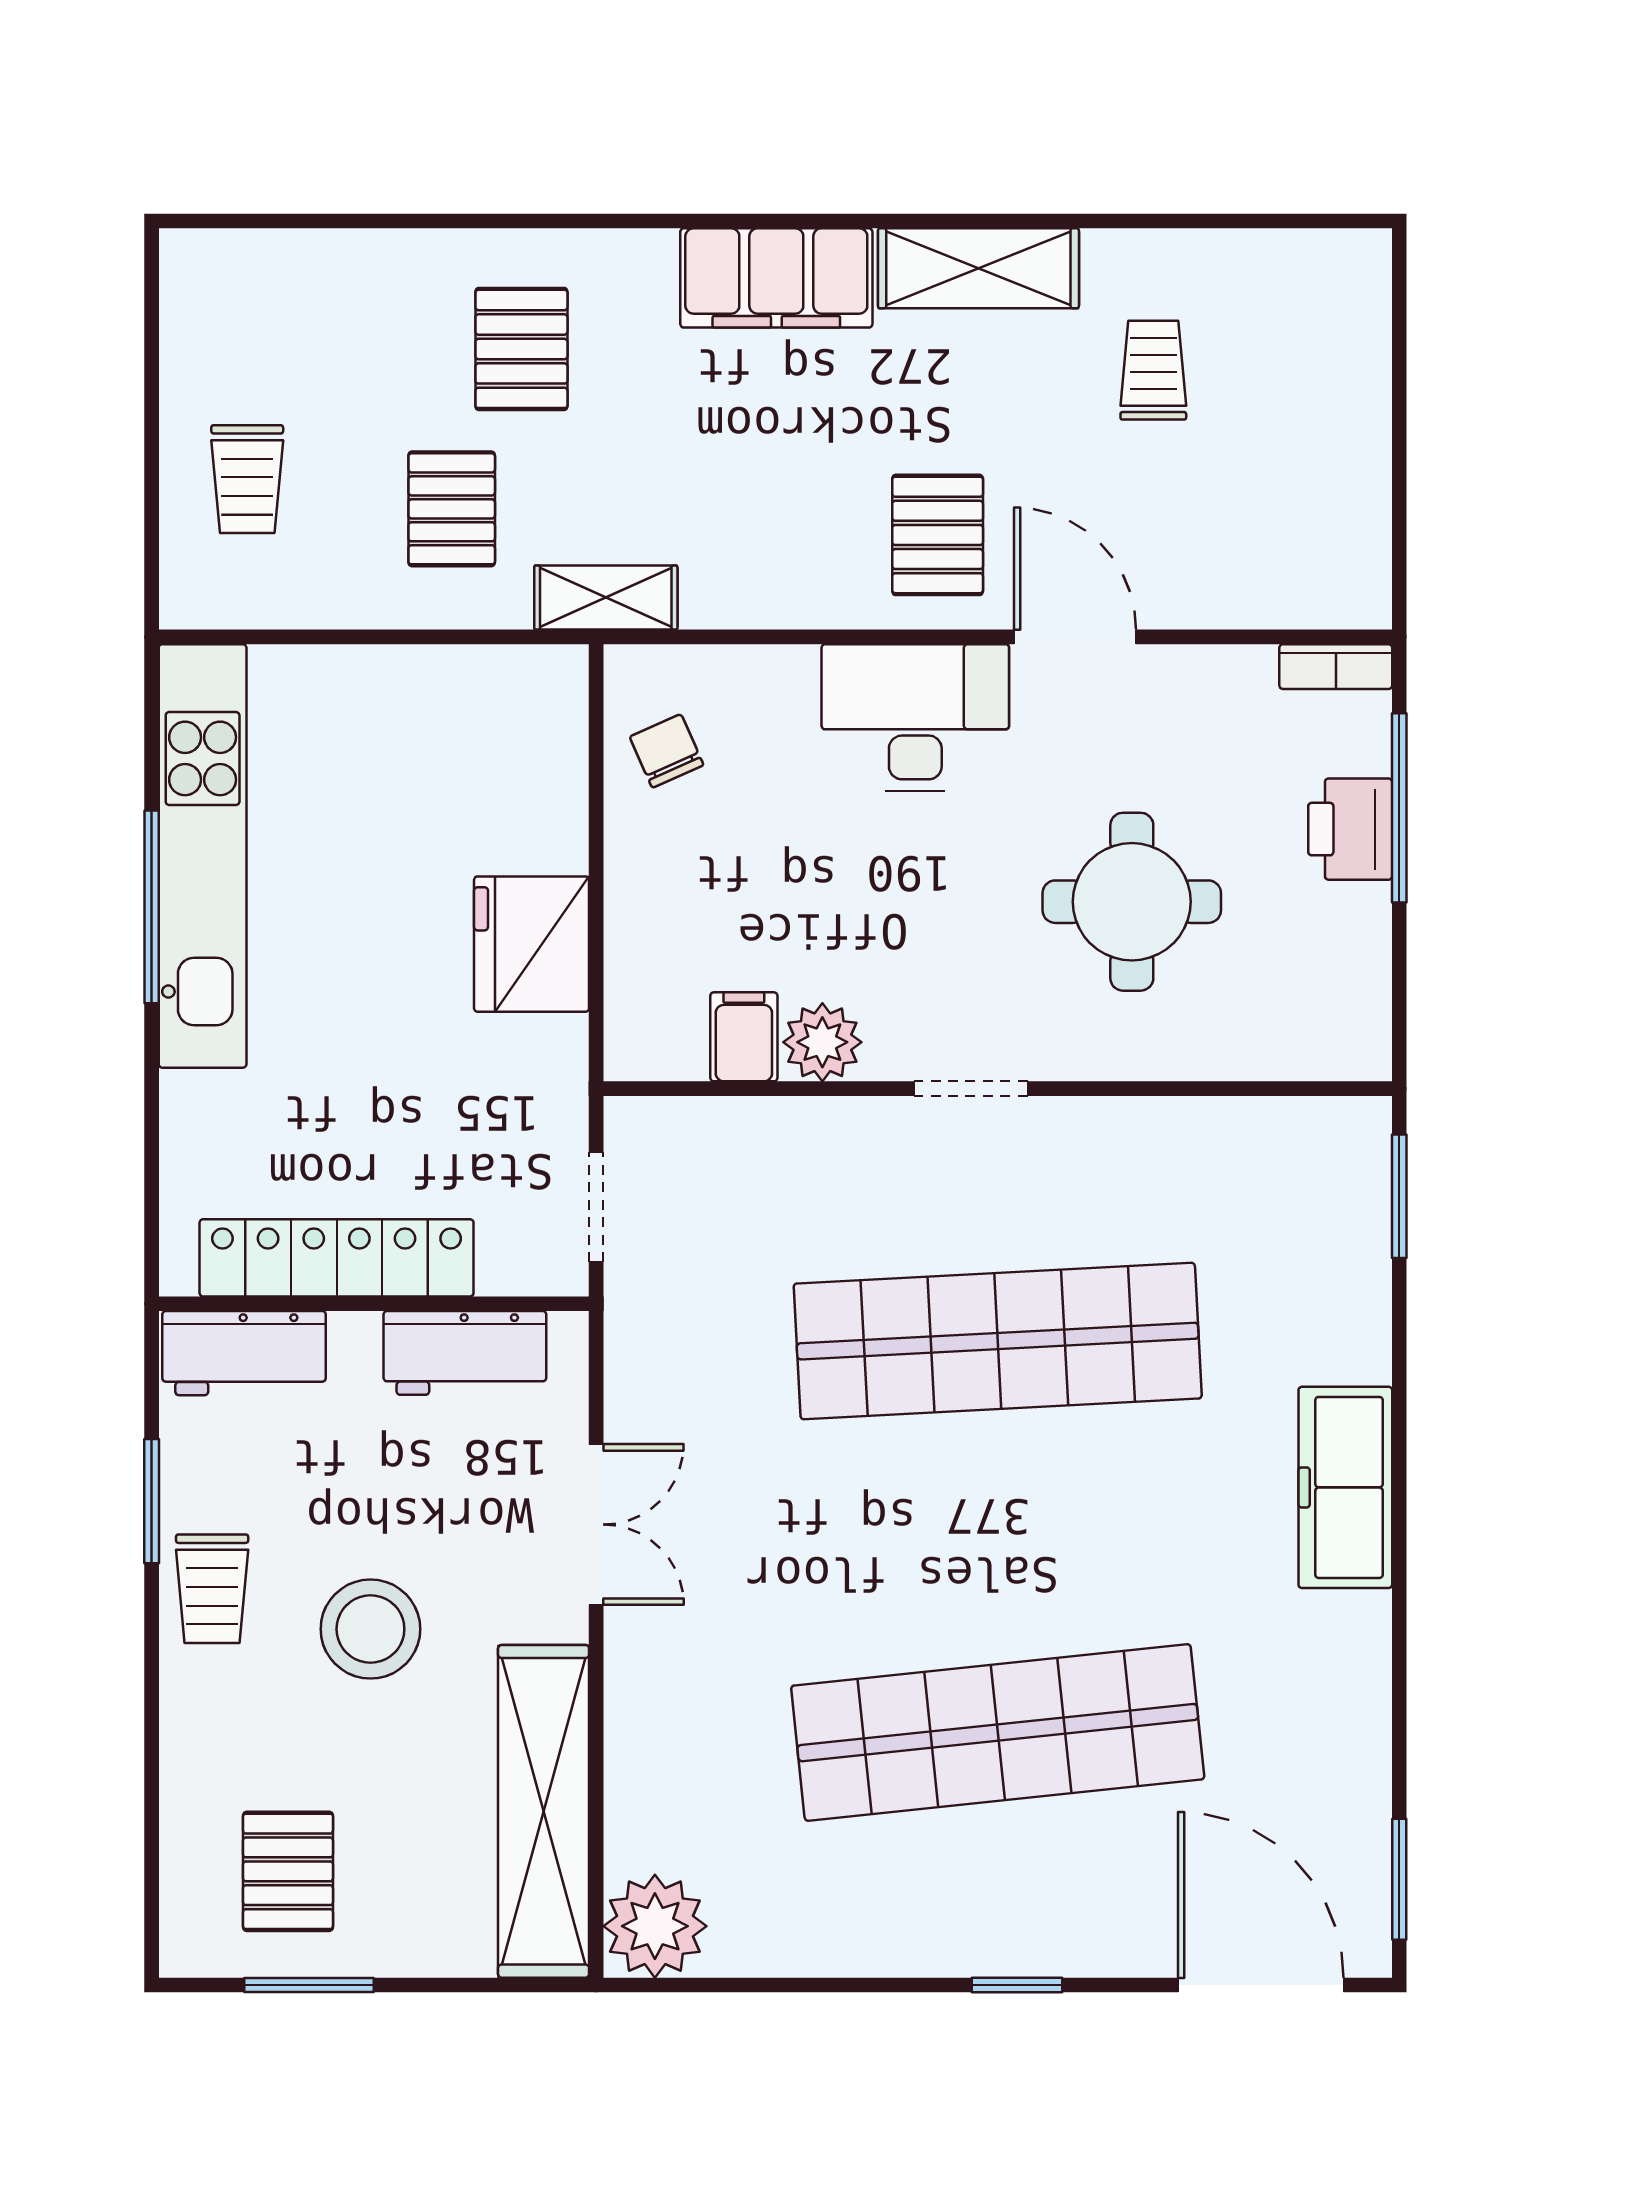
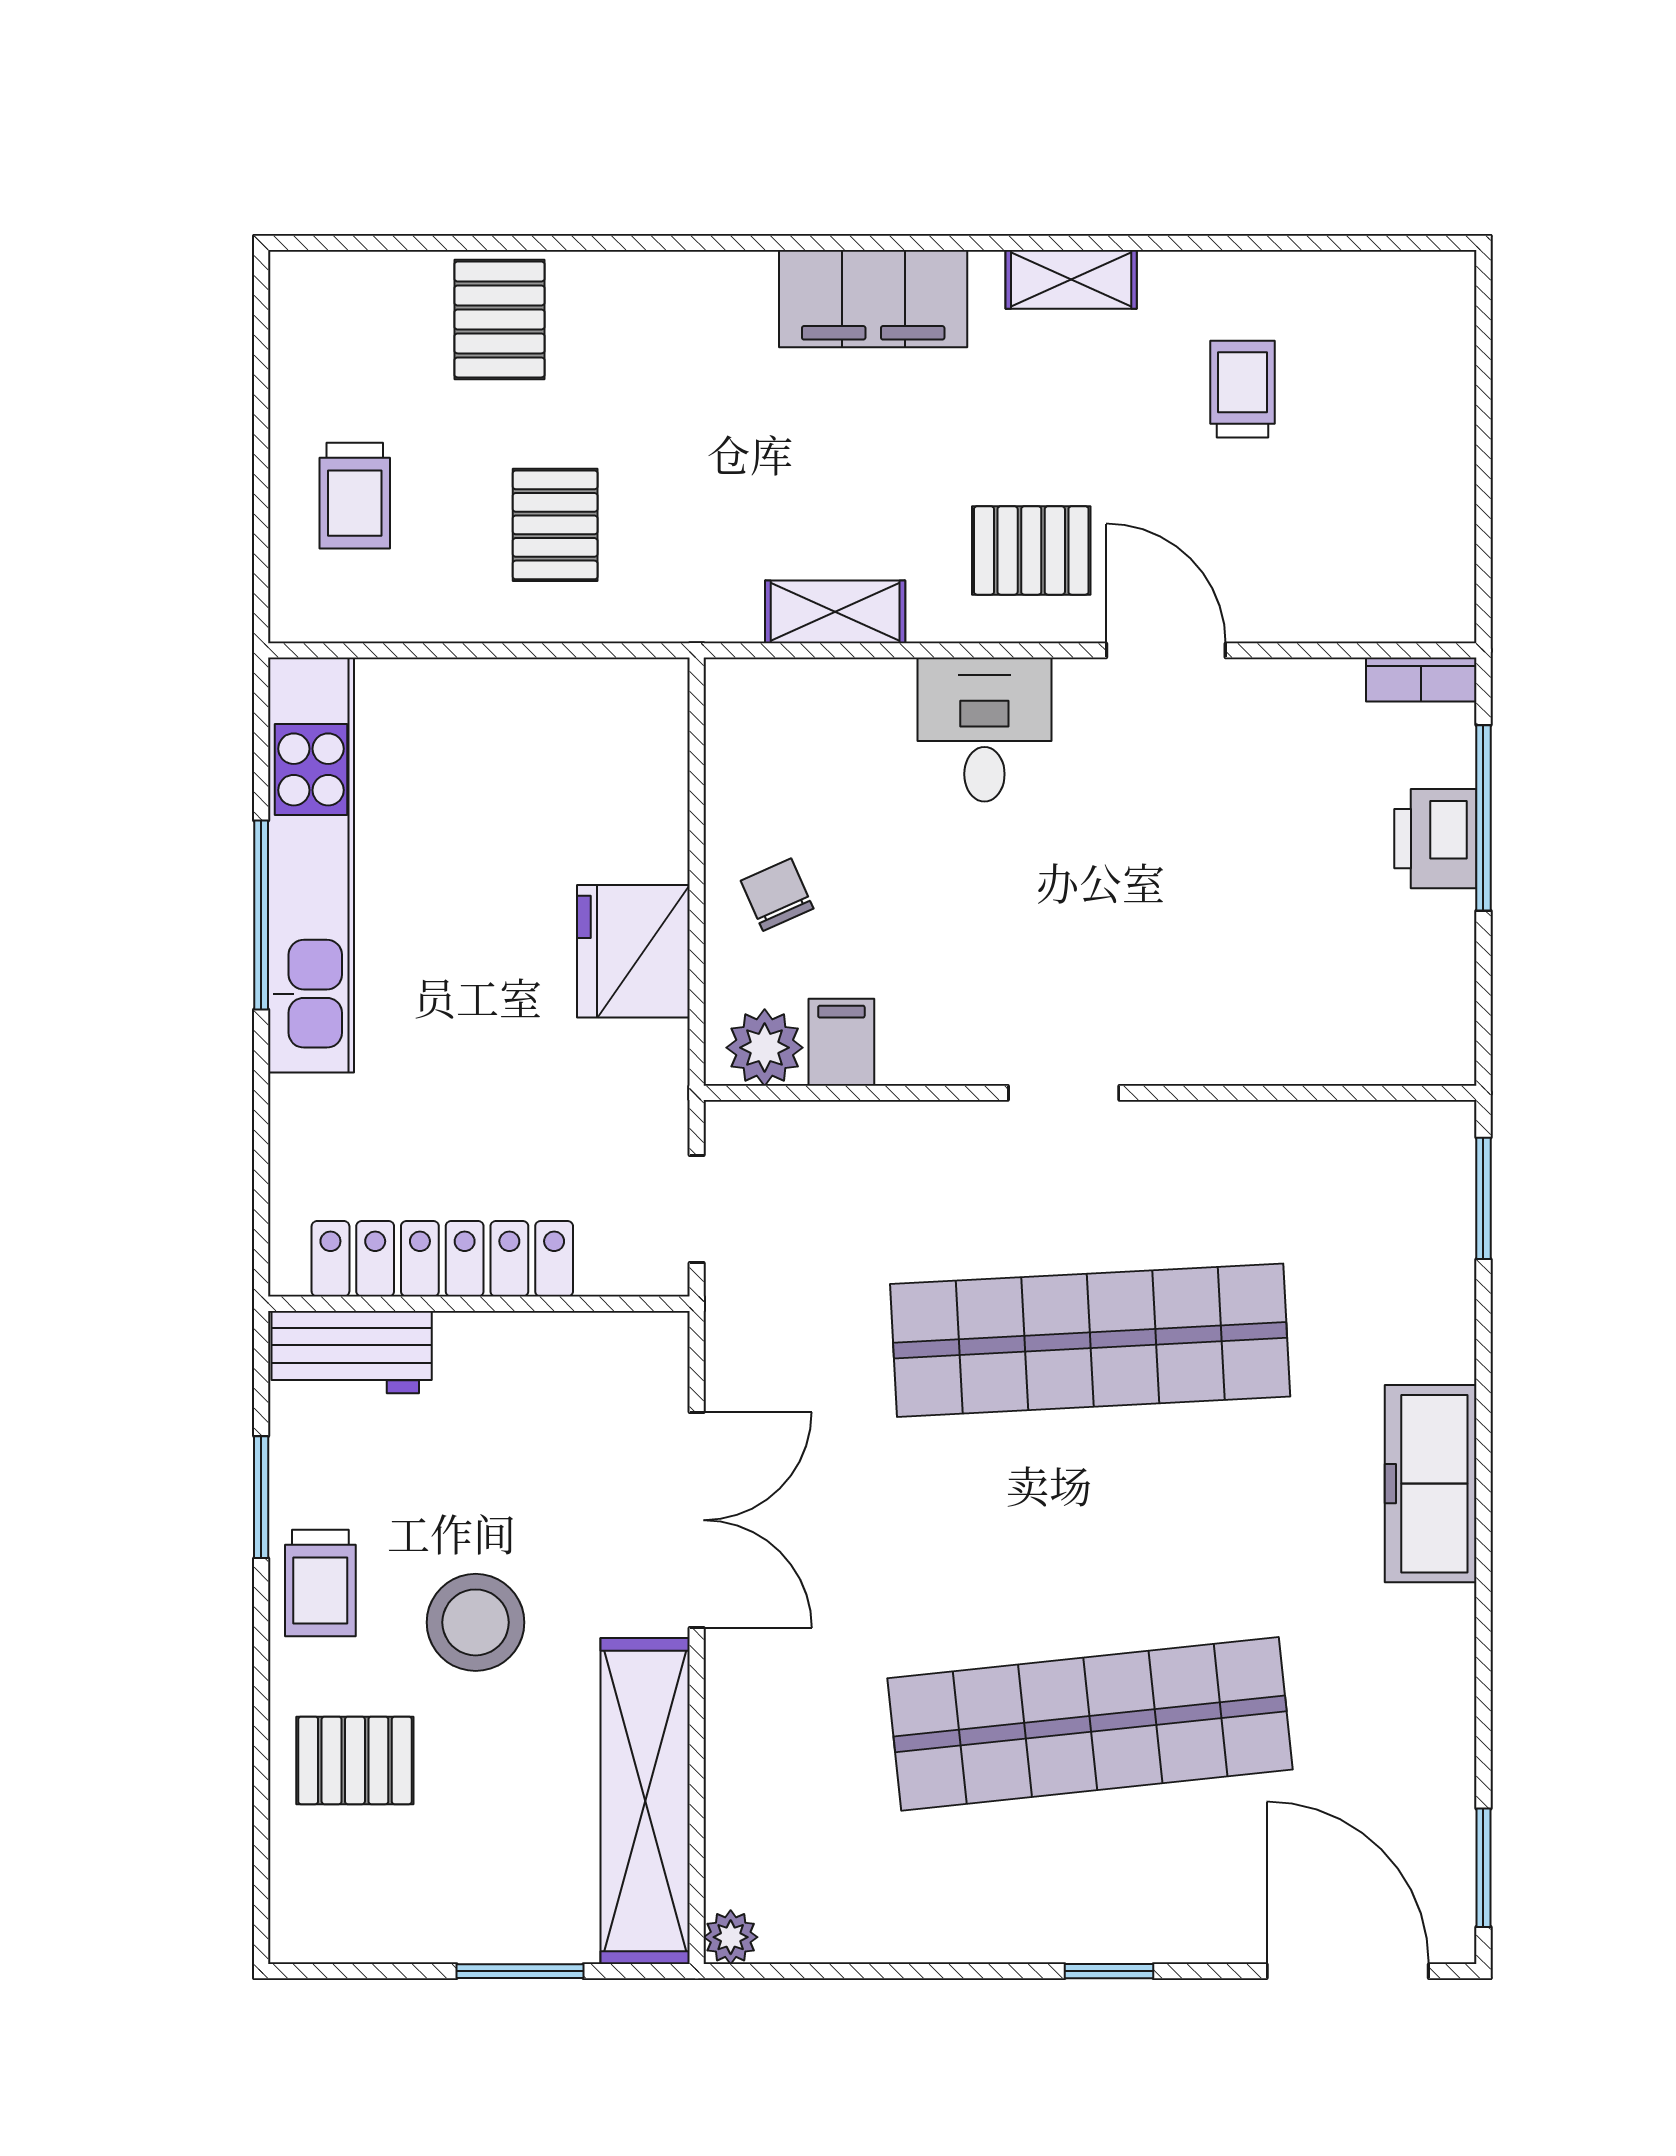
shelving: (978, 268) -> (1071, 279), width x0.67, depth x0.75
pallet: (521, 349) -> (500, 319), moved
pallet: (938, 535) -> (1031, 550), turned 90
shelving: (606, 598) -> (835, 612), moved
desk: (915, 718) -> (984, 729), width x0.73
chair: (667, 751) -> (777, 895), moved
round table: (1132, 902) -> (1221, 910), removed
plant: (822, 1042) -> (765, 1048), moved
workbench: (465, 1353) -> (568, 1352), removed
double door: (596, 1524) -> (697, 1520), width x1.37
pallet: (288, 1871) -> (355, 1760), moved, turned 90
plant: (655, 1926) -> (731, 1937), width x0.53, depth x0.53
window: (309, 1985) -> (520, 1971), moved

